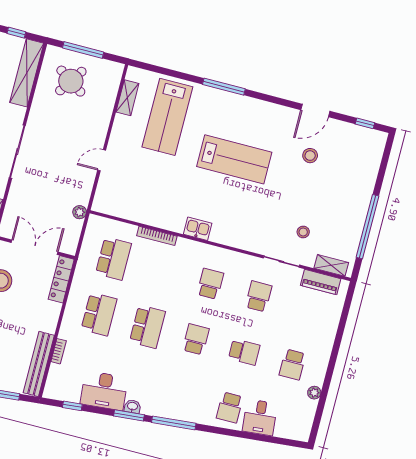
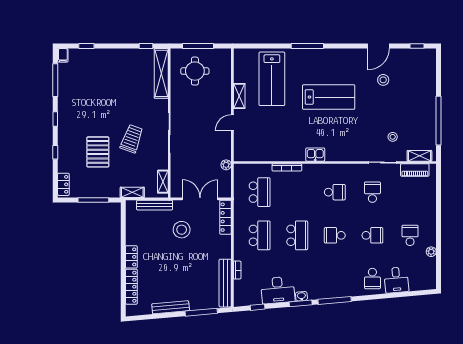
round table: (71, 81) -> (195, 71), turned -34
shelving: (127, 98) -> (239, 96), moved
school desk: (210, 284) -> (335, 192), turned 90
school desk: (196, 339) -> (335, 235), turned -90
school desk: (293, 365) -> (410, 235), turned 180

